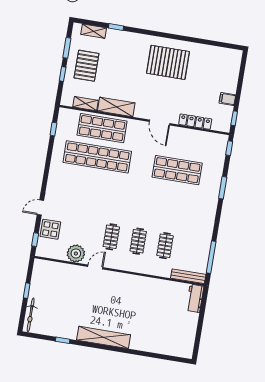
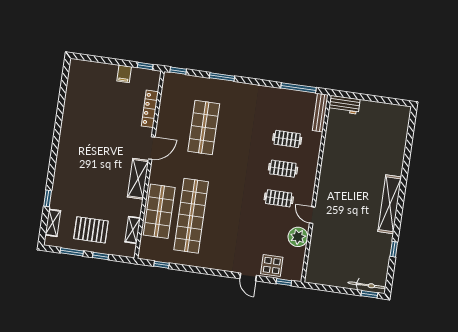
pallet: (168, 62) -> (85, 140), removed
shelving: (116, 107) -> (138, 179), moved
window: (27, 291) -> (369, 294), moved

